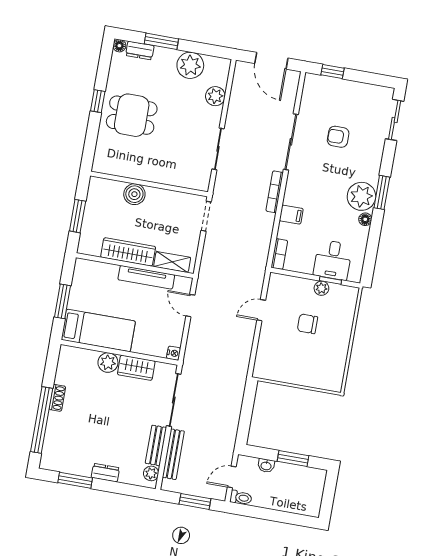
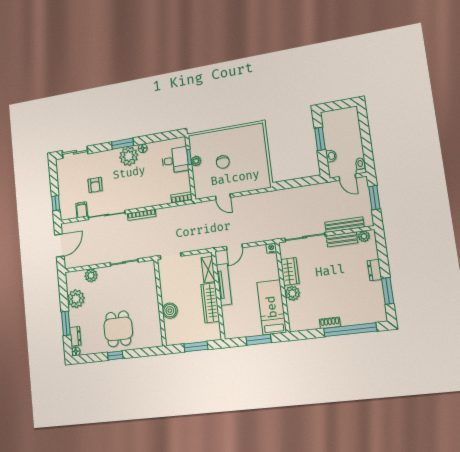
filing cabinet: (291, 215) -> (82, 210), moved

